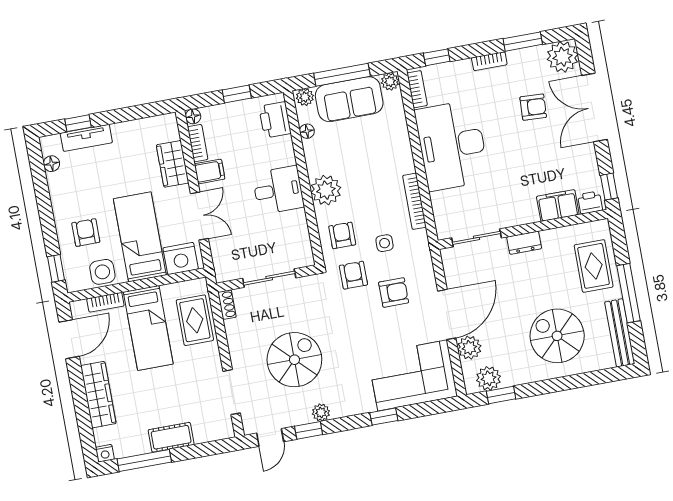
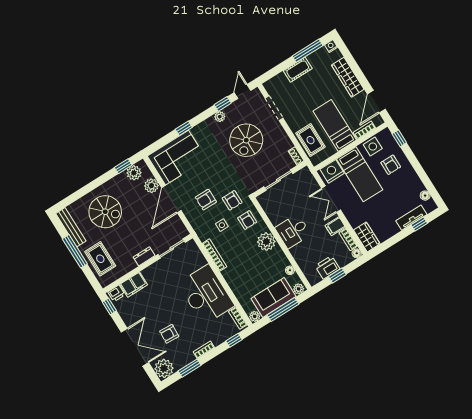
printer: (275, 120) -> (327, 267), moved, turned -90
wardrobe: (173, 164) -> (367, 237), moved

